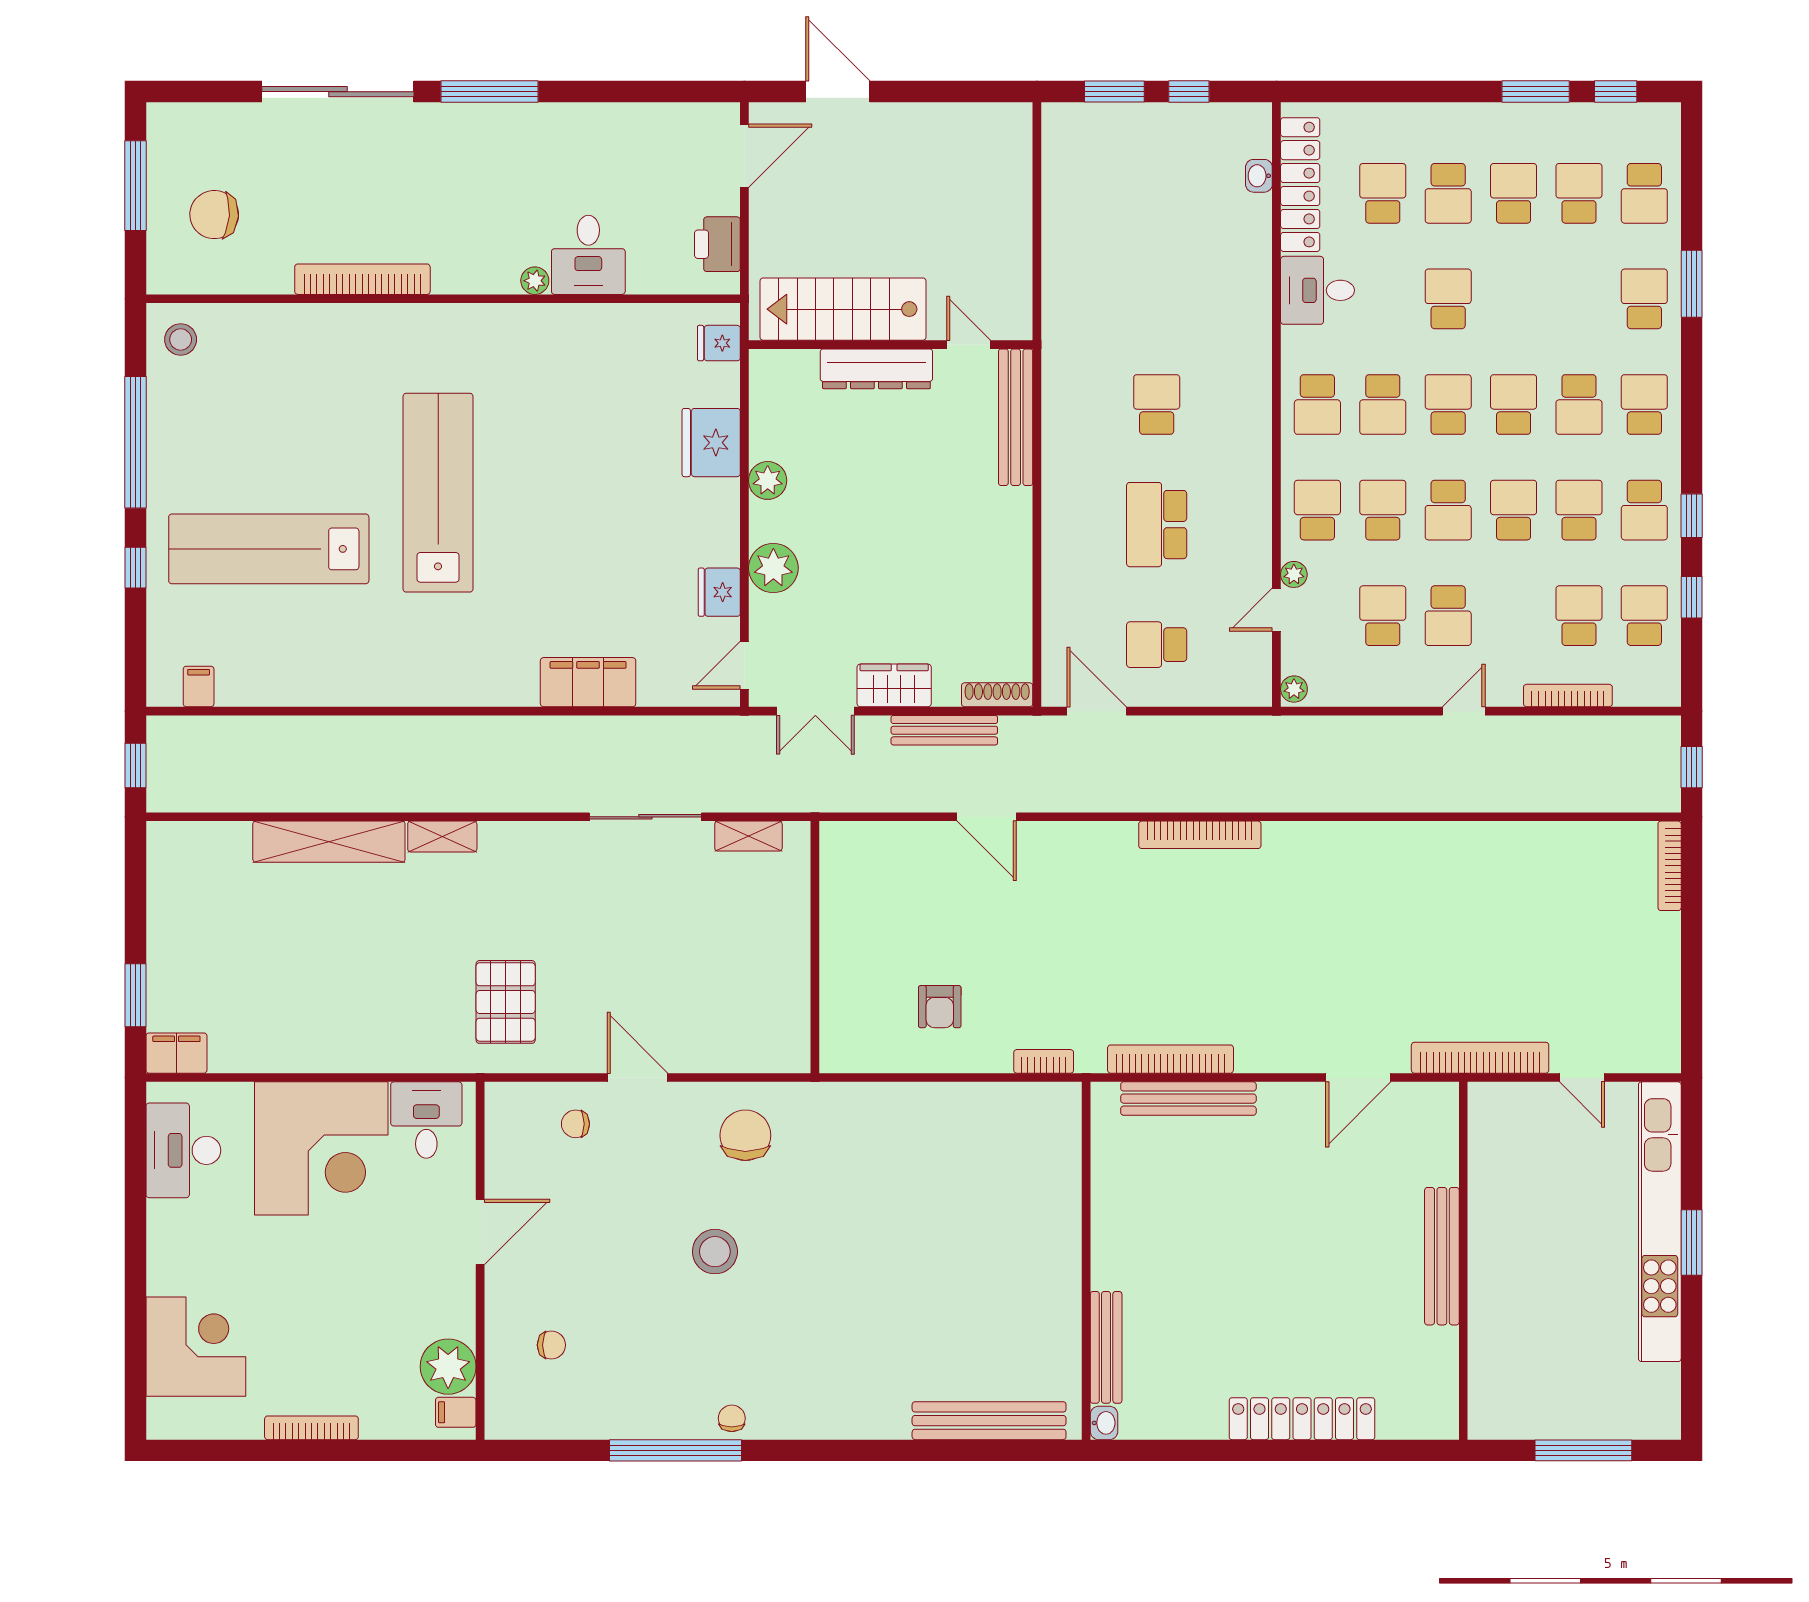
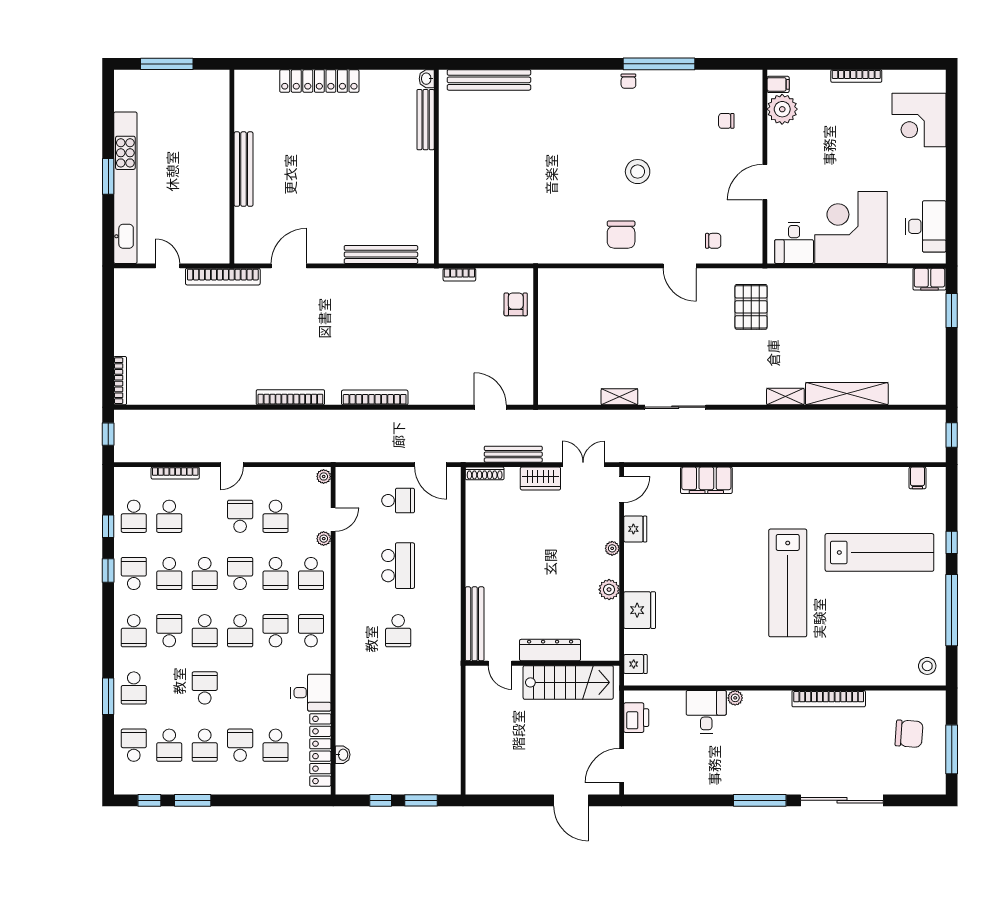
school desk: (1448, 299) -> (205, 688), moved, turned 180
plant: (773, 568) -> (612, 548), width x0.53, depth x0.53
wall: (815, 947) -> (536, 337), moved
bookcase: (1170, 1059) -> (290, 397), moved, turned 180

